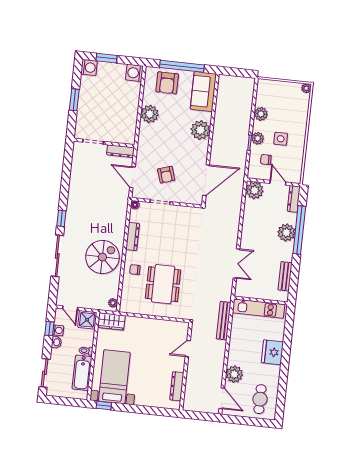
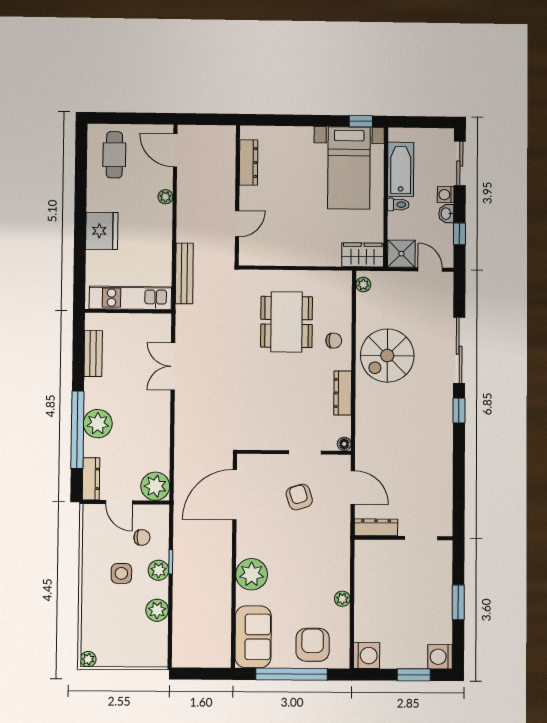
plant: (150, 114) -> (342, 599), width x0.53, depth x0.53
washing machine: (58, 330) -> (446, 195), moved
plant: (234, 374) -> (165, 197), width x0.53, depth x0.53

